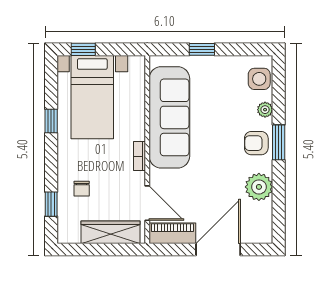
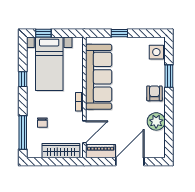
plant: (265, 110) -> (160, 72), removed
window: (279, 142) -> (169, 76), moved
armchair: (256, 143) -> (154, 93), turned 90
door: (147, 203) -> (84, 132), hinge flipped
window: (51, 204) -> (23, 132), width x2.17

